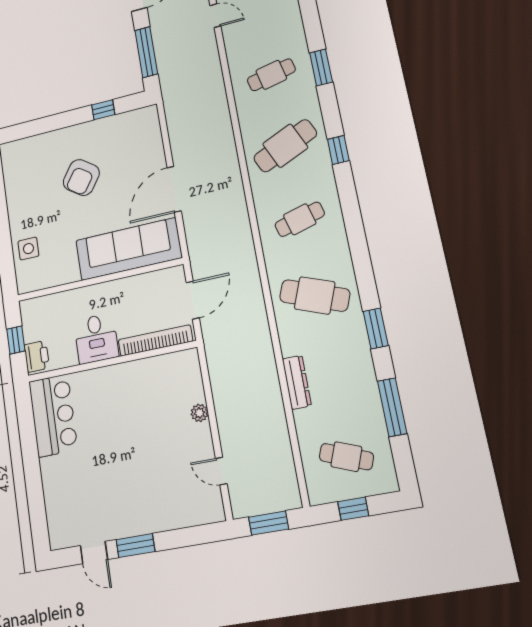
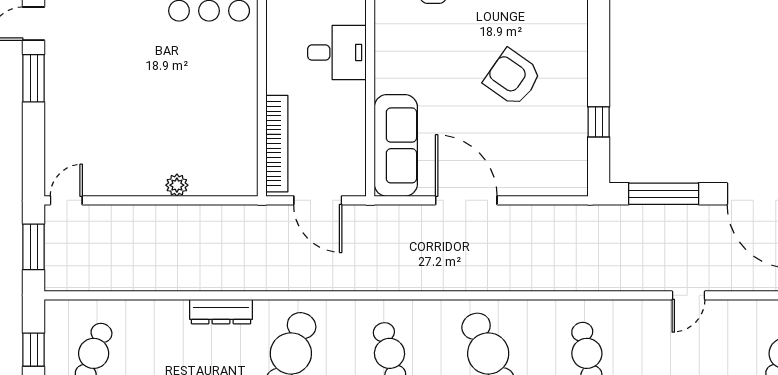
sofa: (129, 249) -> (396, 145), width x0.74, depth x0.79
desk: (96, 338) -> (337, 53), moved, turned 180
dresser: (297, 382) -> (221, 312), moved
door: (221, 471) -> (66, 200), moved

